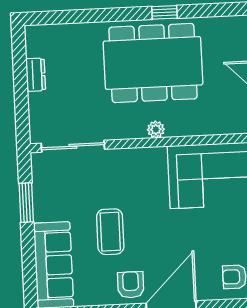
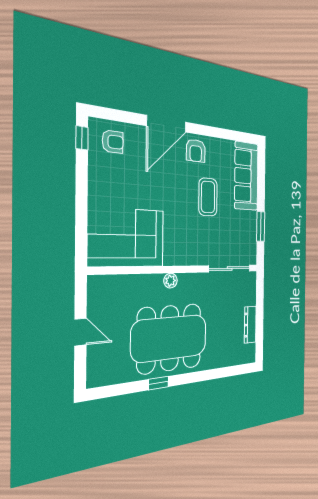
dresser: (36, 75) -> (250, 325), width x1.44

